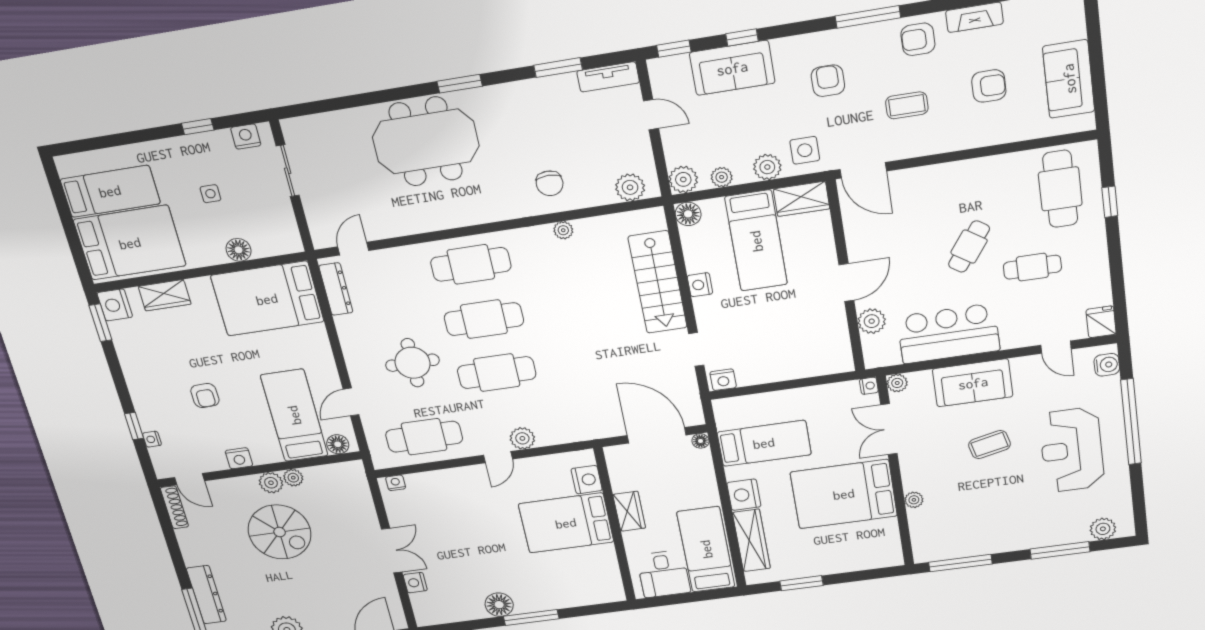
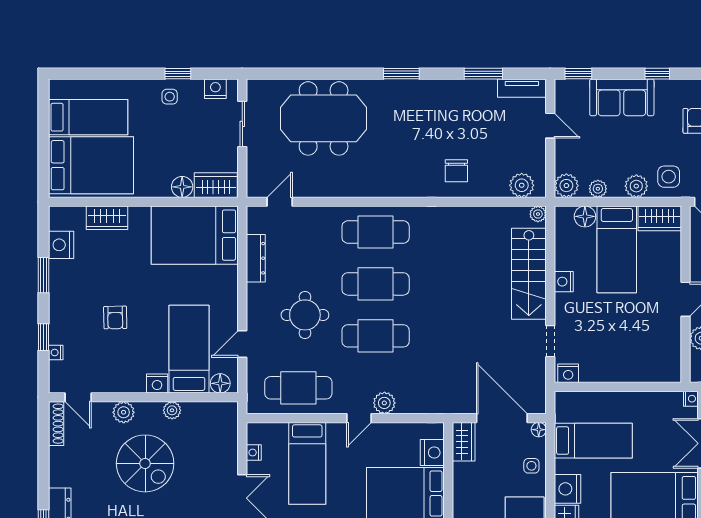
window: (742, 38) -> (657, 74), moved
meeting table: (426, 142) -> (324, 118), moved
side table: (210, 194) -> (170, 97), moved
floor lamp: (688, 214) -> (585, 216), moved
plant: (563, 230) -> (538, 214), moved
wardrobe: (276, 242) -> (216, 185), added
dresser: (336, 289) -> (256, 258), moved
nightstand: (115, 305) -> (61, 245), moved
window: (100, 323) -> (44, 275), moved
nightstand: (239, 458) -> (157, 383), moved
side table: (699, 478) -> (531, 466), added
plant: (271, 483) -> (124, 412), moved
nightstand: (396, 483) -> (254, 453), moved, turned -90
bed: (453, 508) -> (307, 463), added
wardrobe: (629, 511) -> (464, 442), moved

